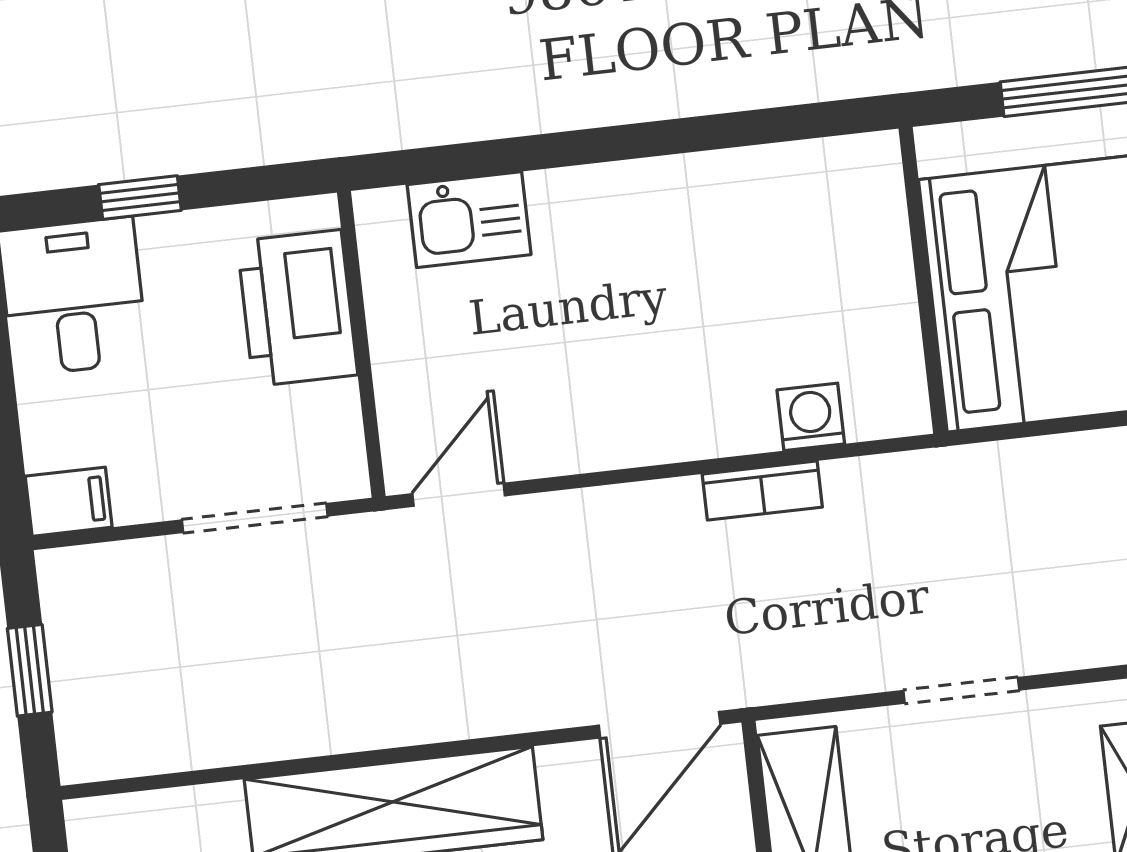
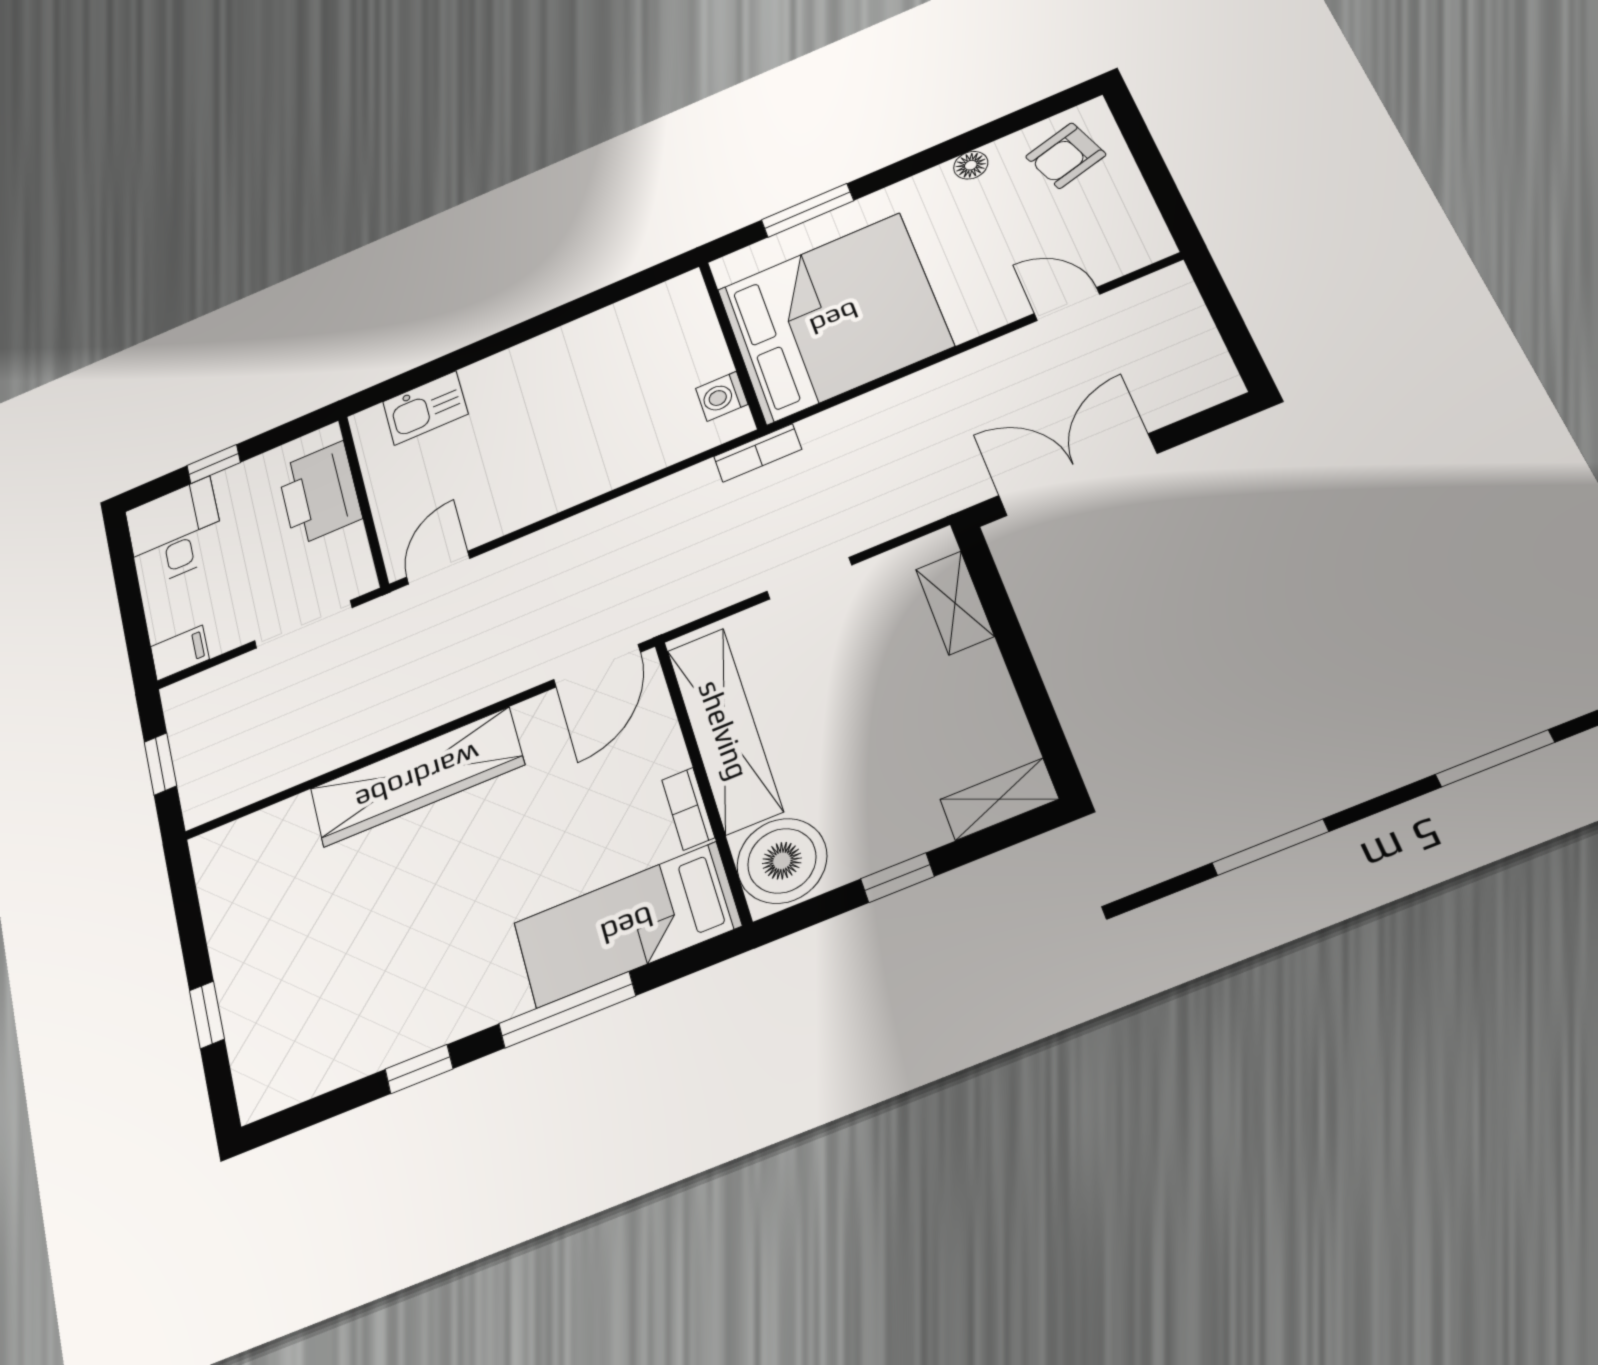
washing machine: (811, 417) -> (722, 396), moved, turned -90
bookcase: (762, 491) -> (758, 453), moved

